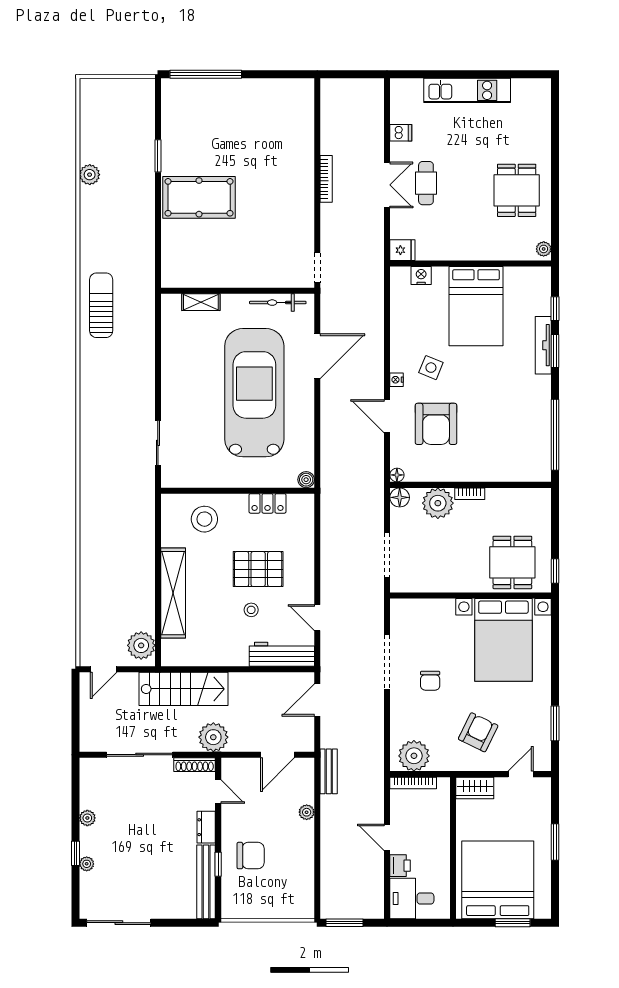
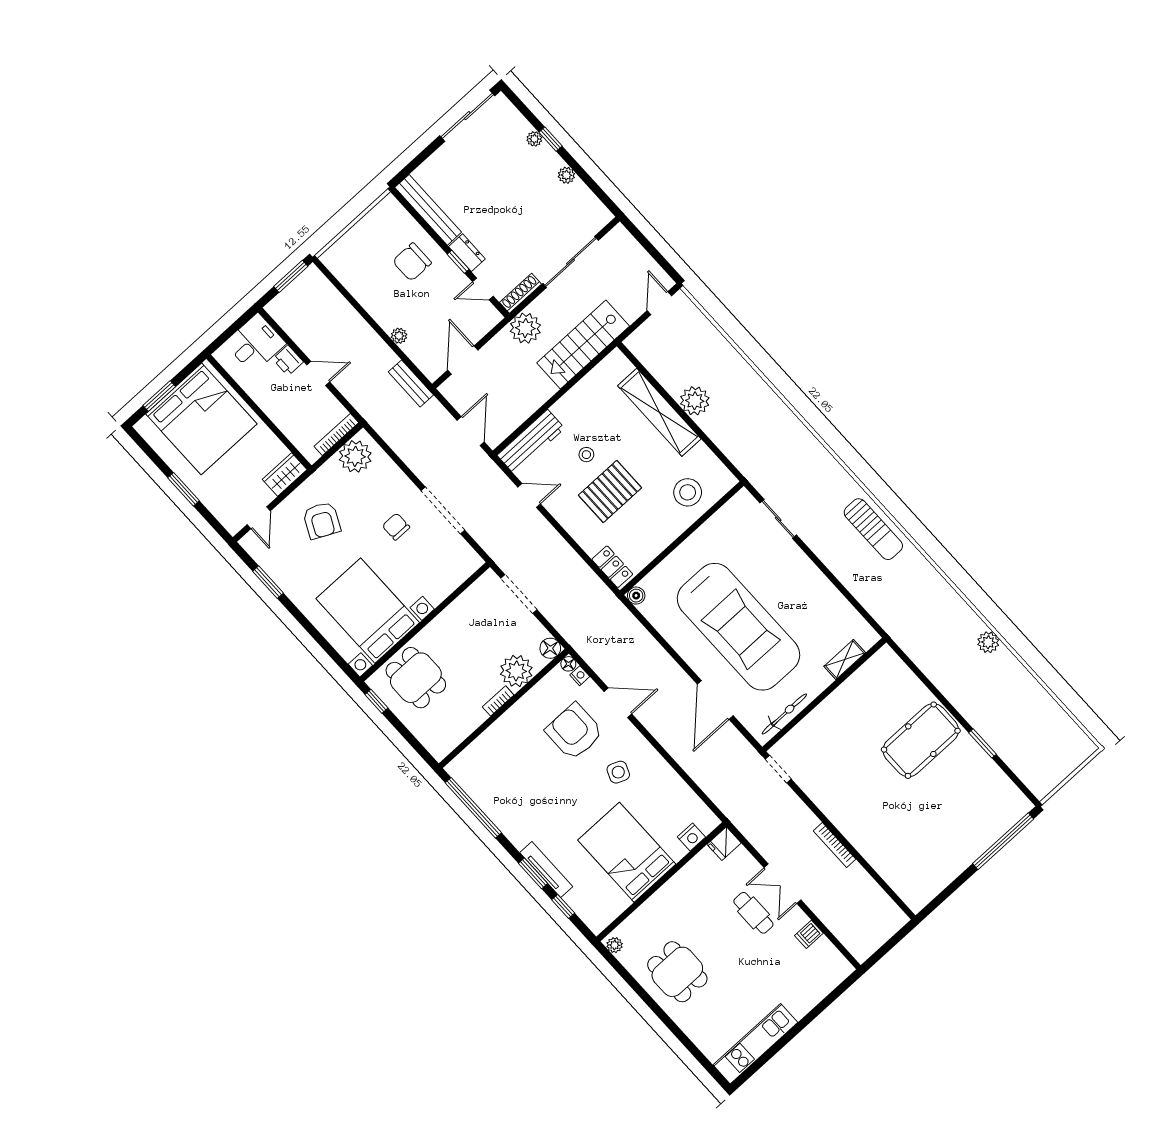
kitchen unit: (467, 90) -> (755, 1044), moved
plant: (90, 175) -> (988, 642), moved
sun lounger: (101, 305) -> (873, 529), moved
nightstand: (397, 380) -> (580, 676), moved
locker: (267, 503) -> (612, 567), moved, turned 90
plant: (141, 645) -> (695, 401), moved
window: (218, 864) -> (458, 262), moved

